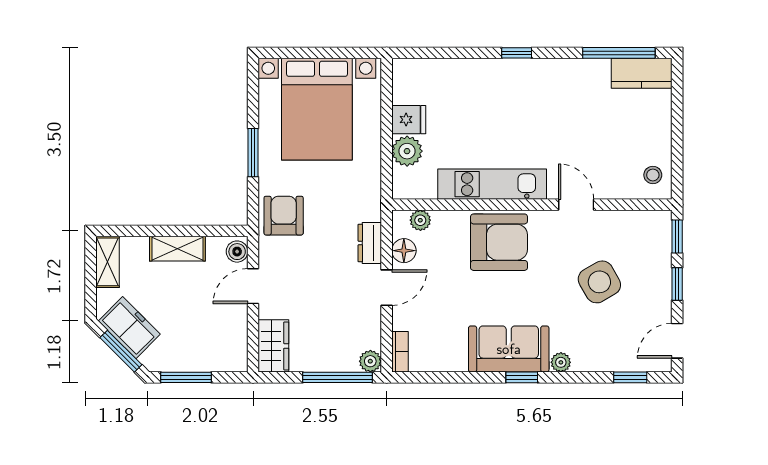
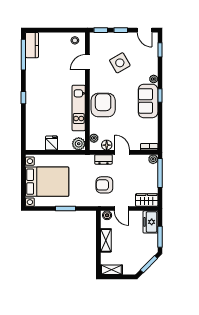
plant: (407, 151) -> (79, 144), moved
door: (576, 205) -> (87, 62), moved
armchair: (284, 216) -> (104, 185), moved
freezer: (129, 328) -> (150, 222), moved, turned -45

